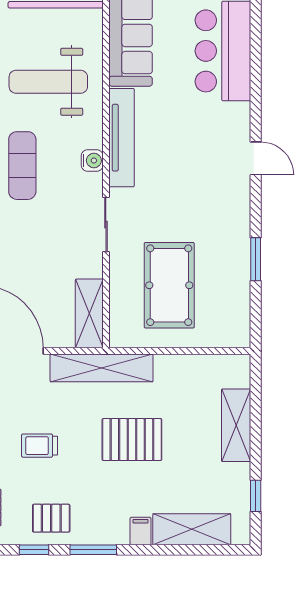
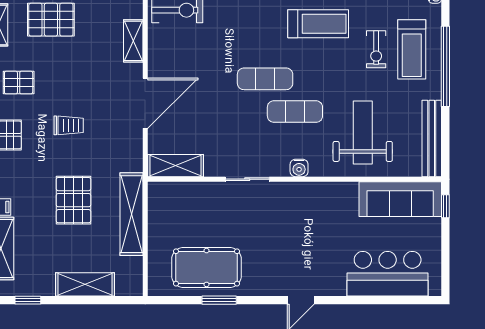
tv unit: (122, 138) -> (318, 192), removed
pool table: (169, 285) -> (207, 267), moved
shelving: (102, 368) -> (131, 214), moved
trolley: (40, 446) -> (69, 125), turned 90

